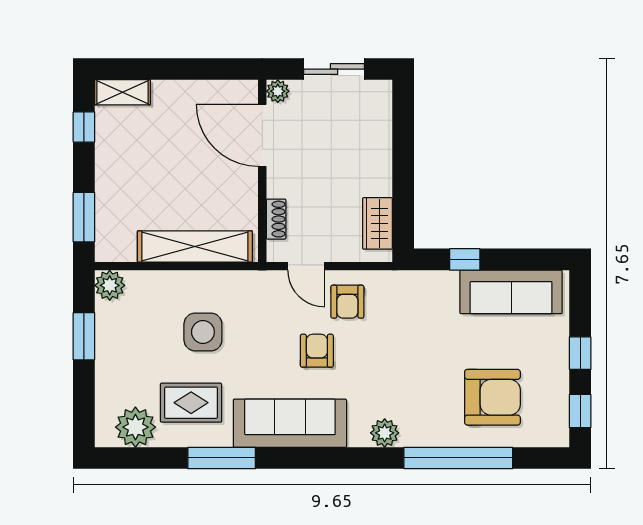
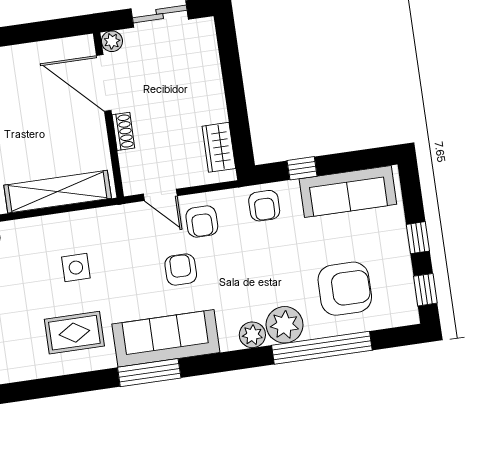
shoe rack: (276, 219) -> (123, 131), moved
armchair: (418, 294) -> (264, 206), added
side table: (203, 332) -> (76, 268), width x0.73, depth x0.73
plant: (135, 427) -> (285, 325), moved
window: (222, 458) -> (149, 373), moved

